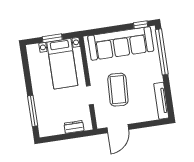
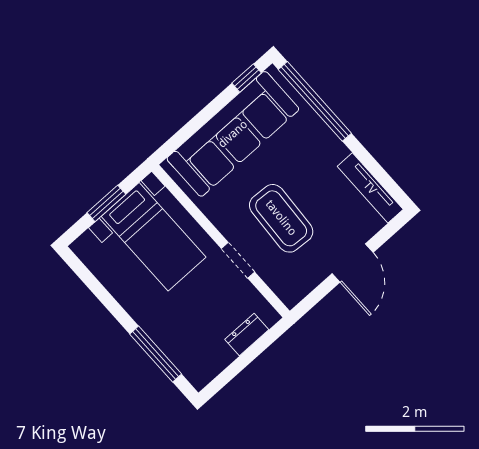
door: (118, 129) -> (353, 263), moved

